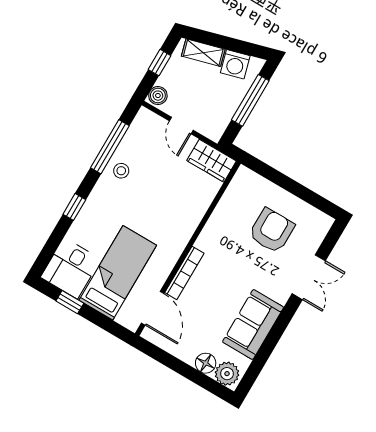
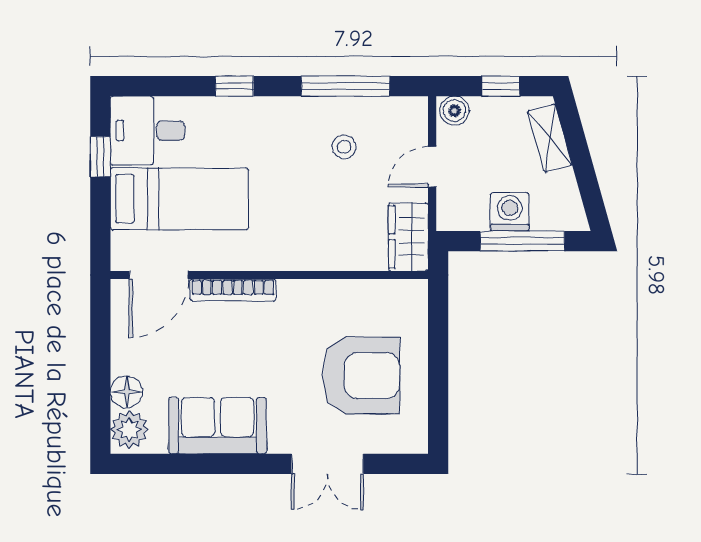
washing machine: (235, 64) -> (510, 212), moved, turned 106
stool: (121, 171) -> (344, 147), moved
armchair: (272, 231) -> (361, 375), width x1.36, depth x1.36

